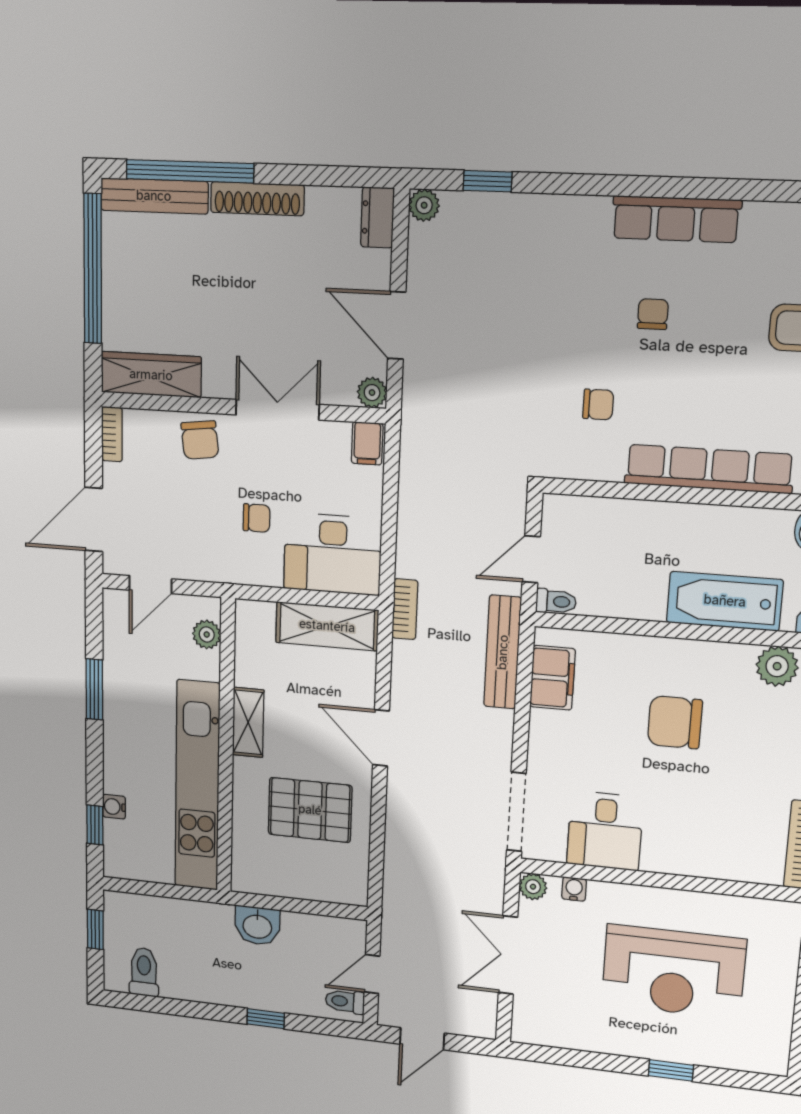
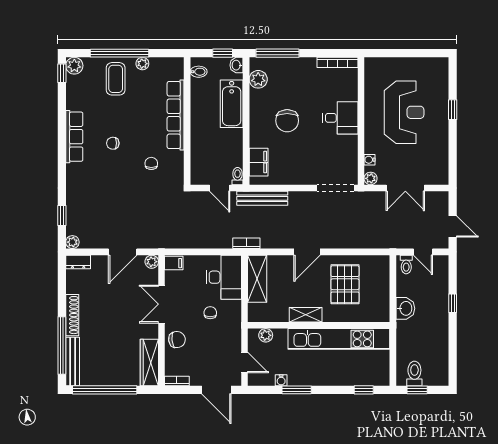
filing cabinet: (552, 678) -> (259, 162), moved, turned 90
water cooler: (114, 807) -> (281, 380), moved
desk: (605, 831) -> (340, 118), moved
toilet: (144, 972) -> (414, 373), moved, turned 90
toilet: (345, 1001) -> (406, 264), moved

